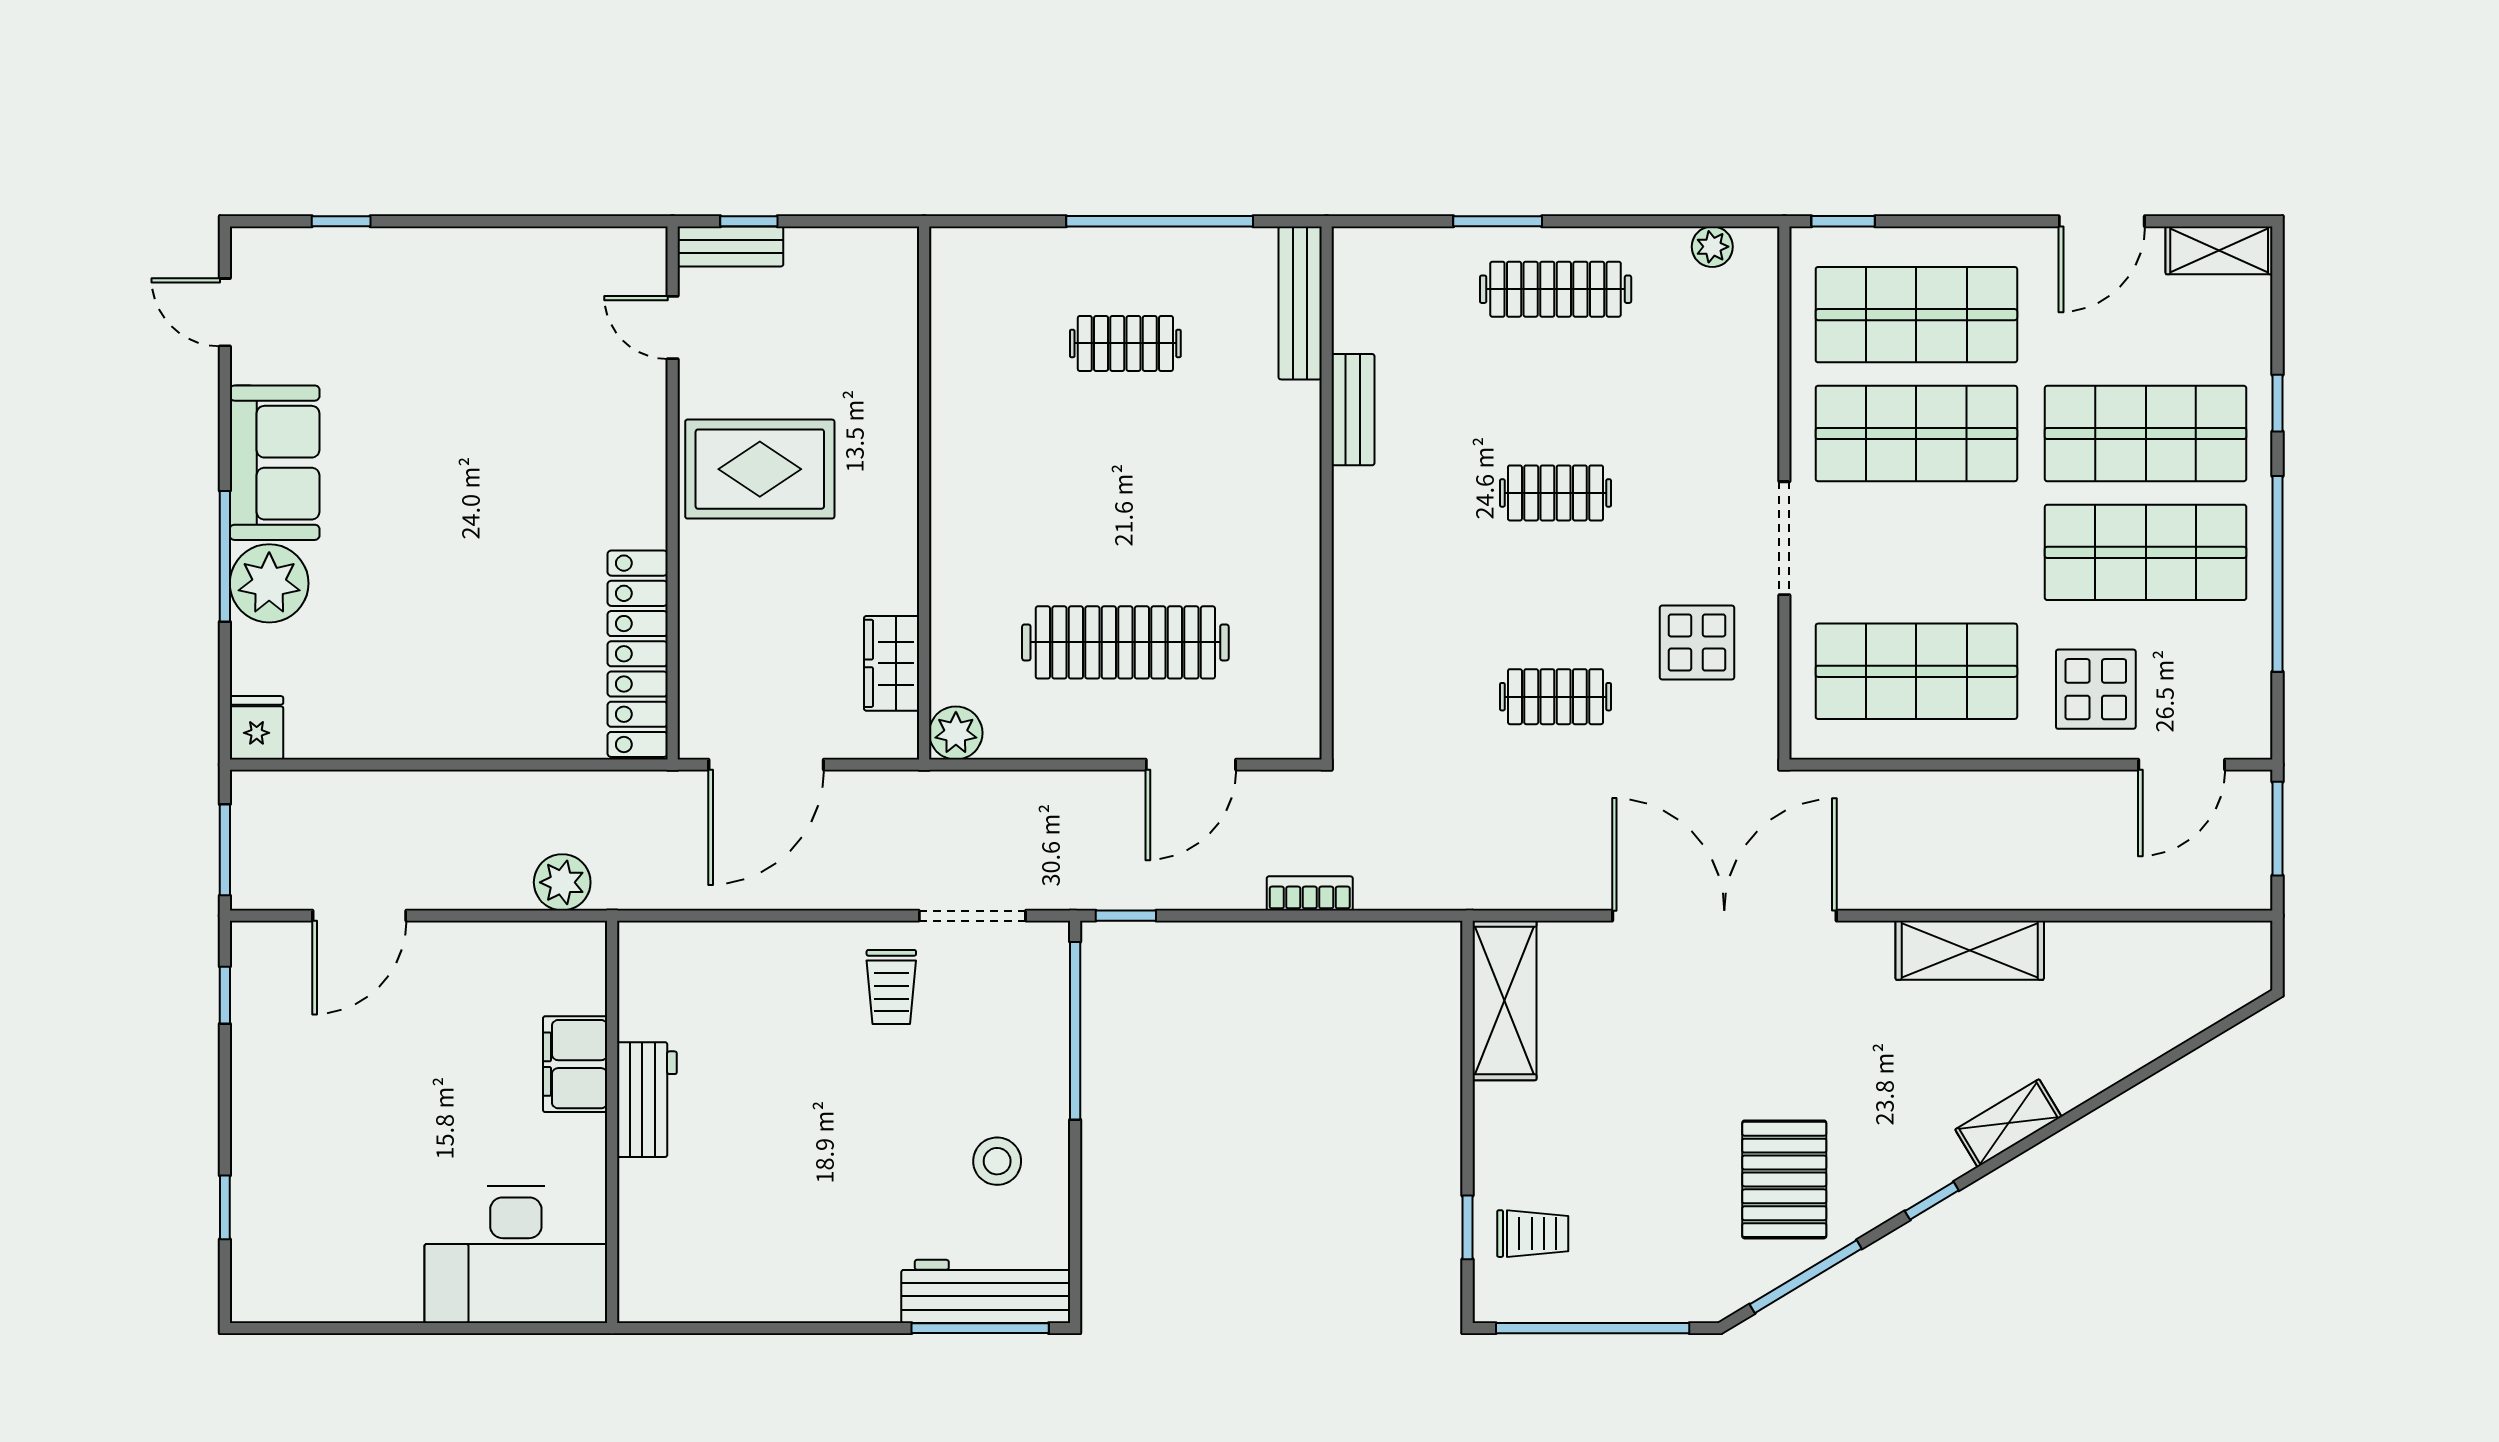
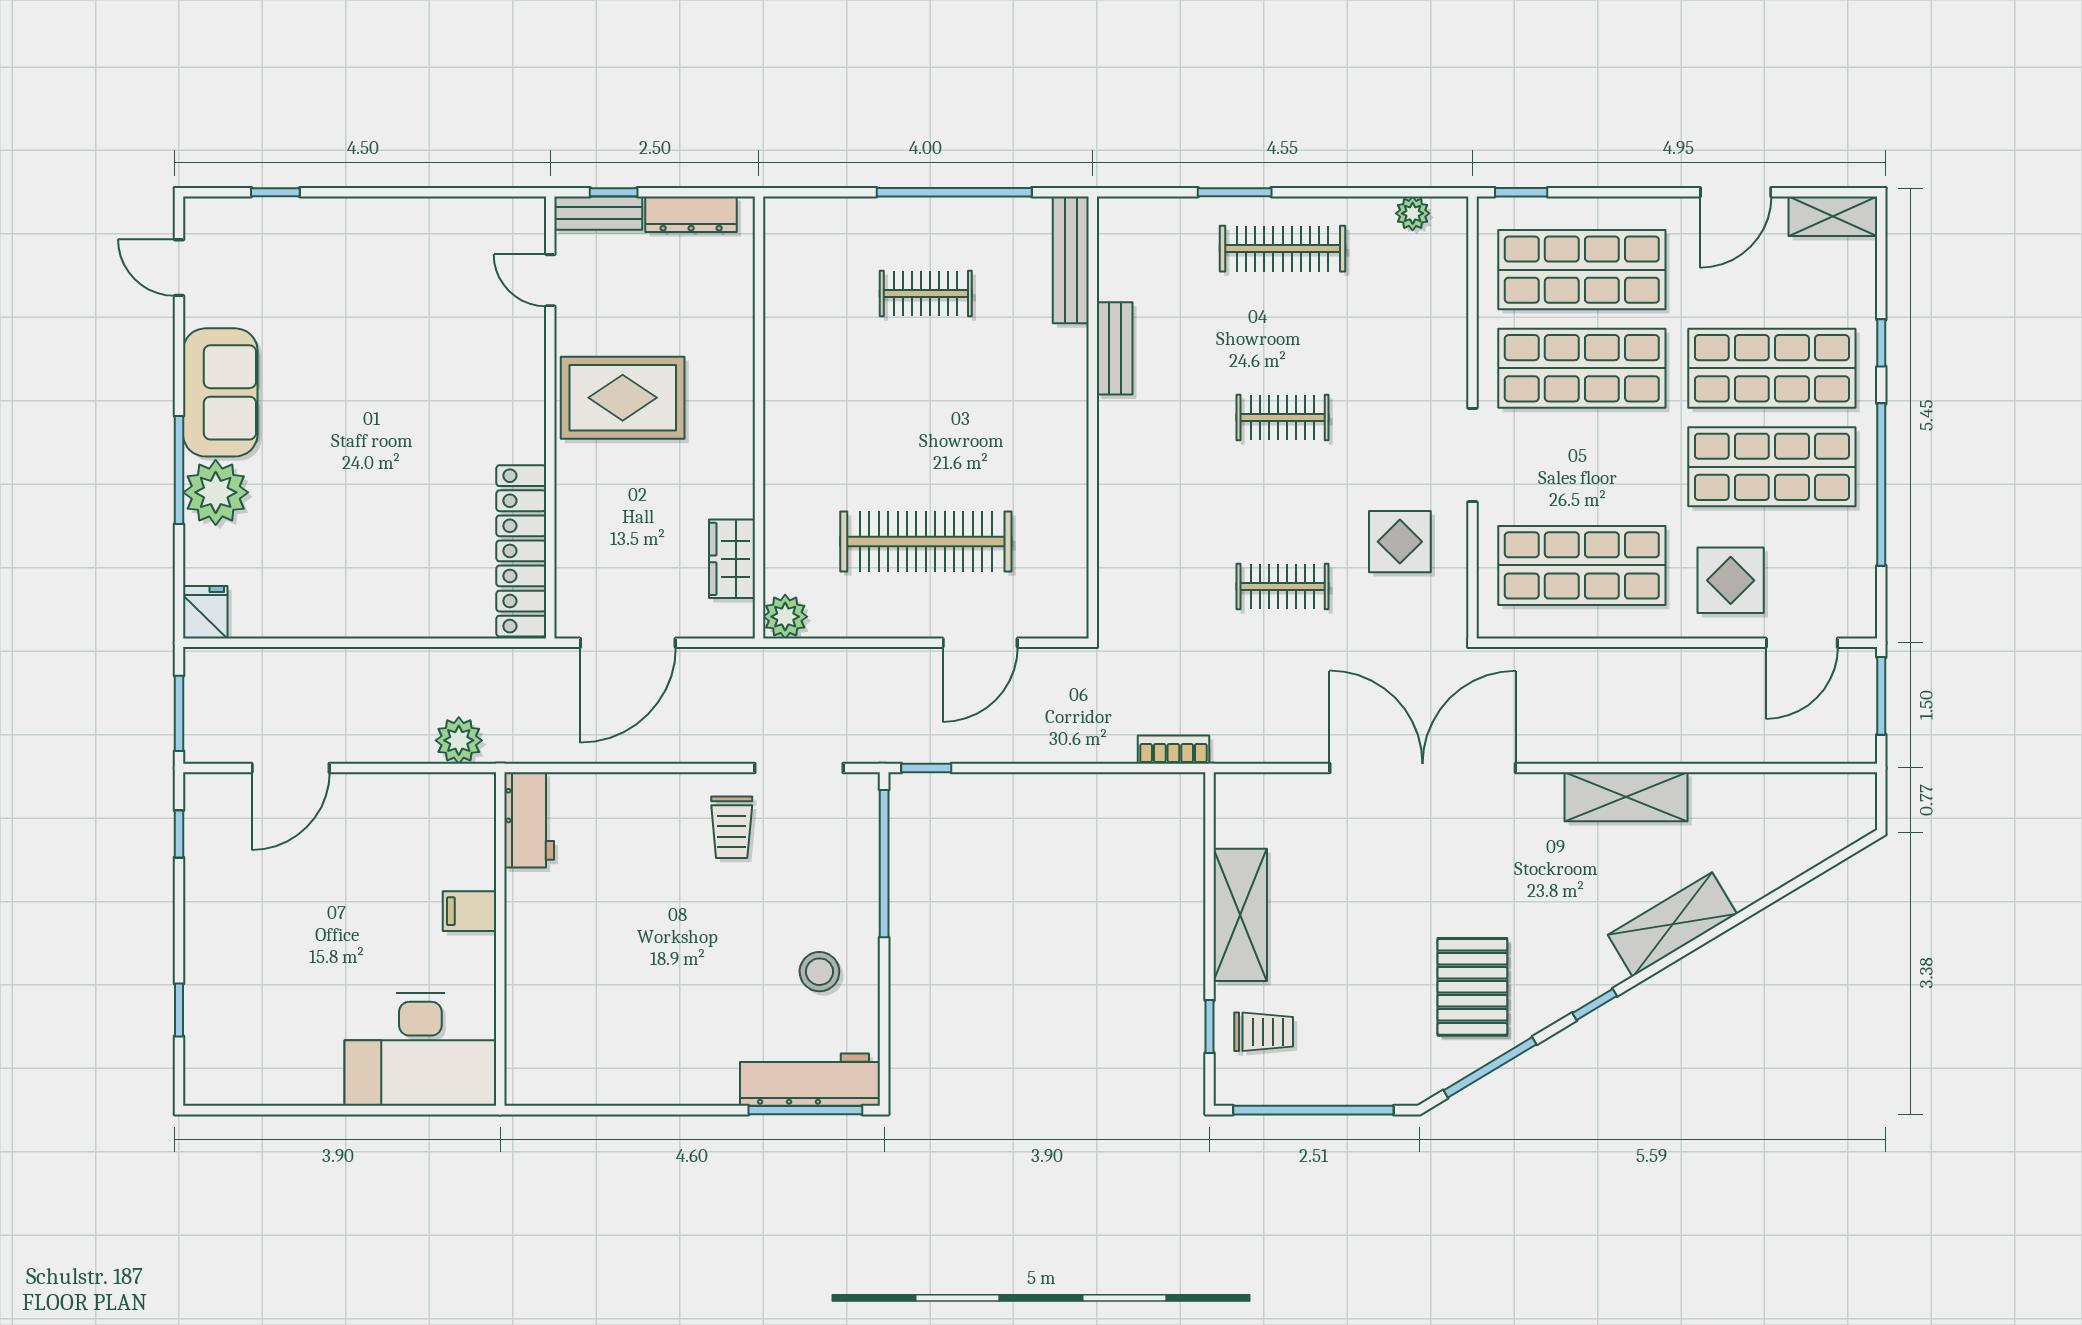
dresser: (842, 248) -> (691, 214), added
bookcase: (1310, 893) -> (1173, 750), moved
shelving: (1505, 1001) -> (1240, 915), moved
filing cabinet: (575, 1064) -> (470, 911), width x0.50
workbench: (647, 1100) -> (529, 820), moved
shelving: (2008, 1123) -> (1672, 924), width x1.50, depth x1.33

